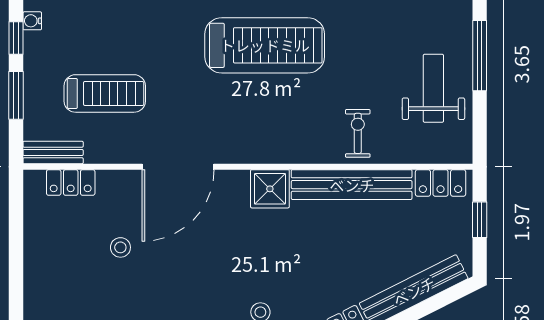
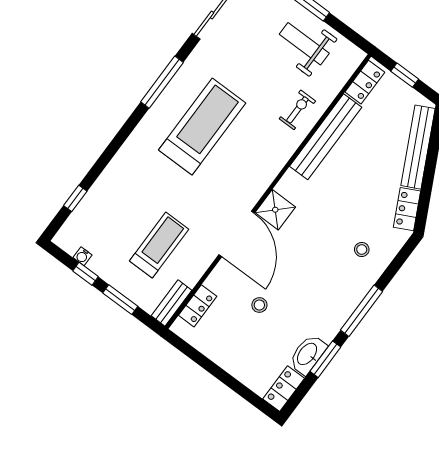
exercise bike: (358, 133) -> (297, 110), turned 90
shower: (270, 189) -> (275, 210), moved

